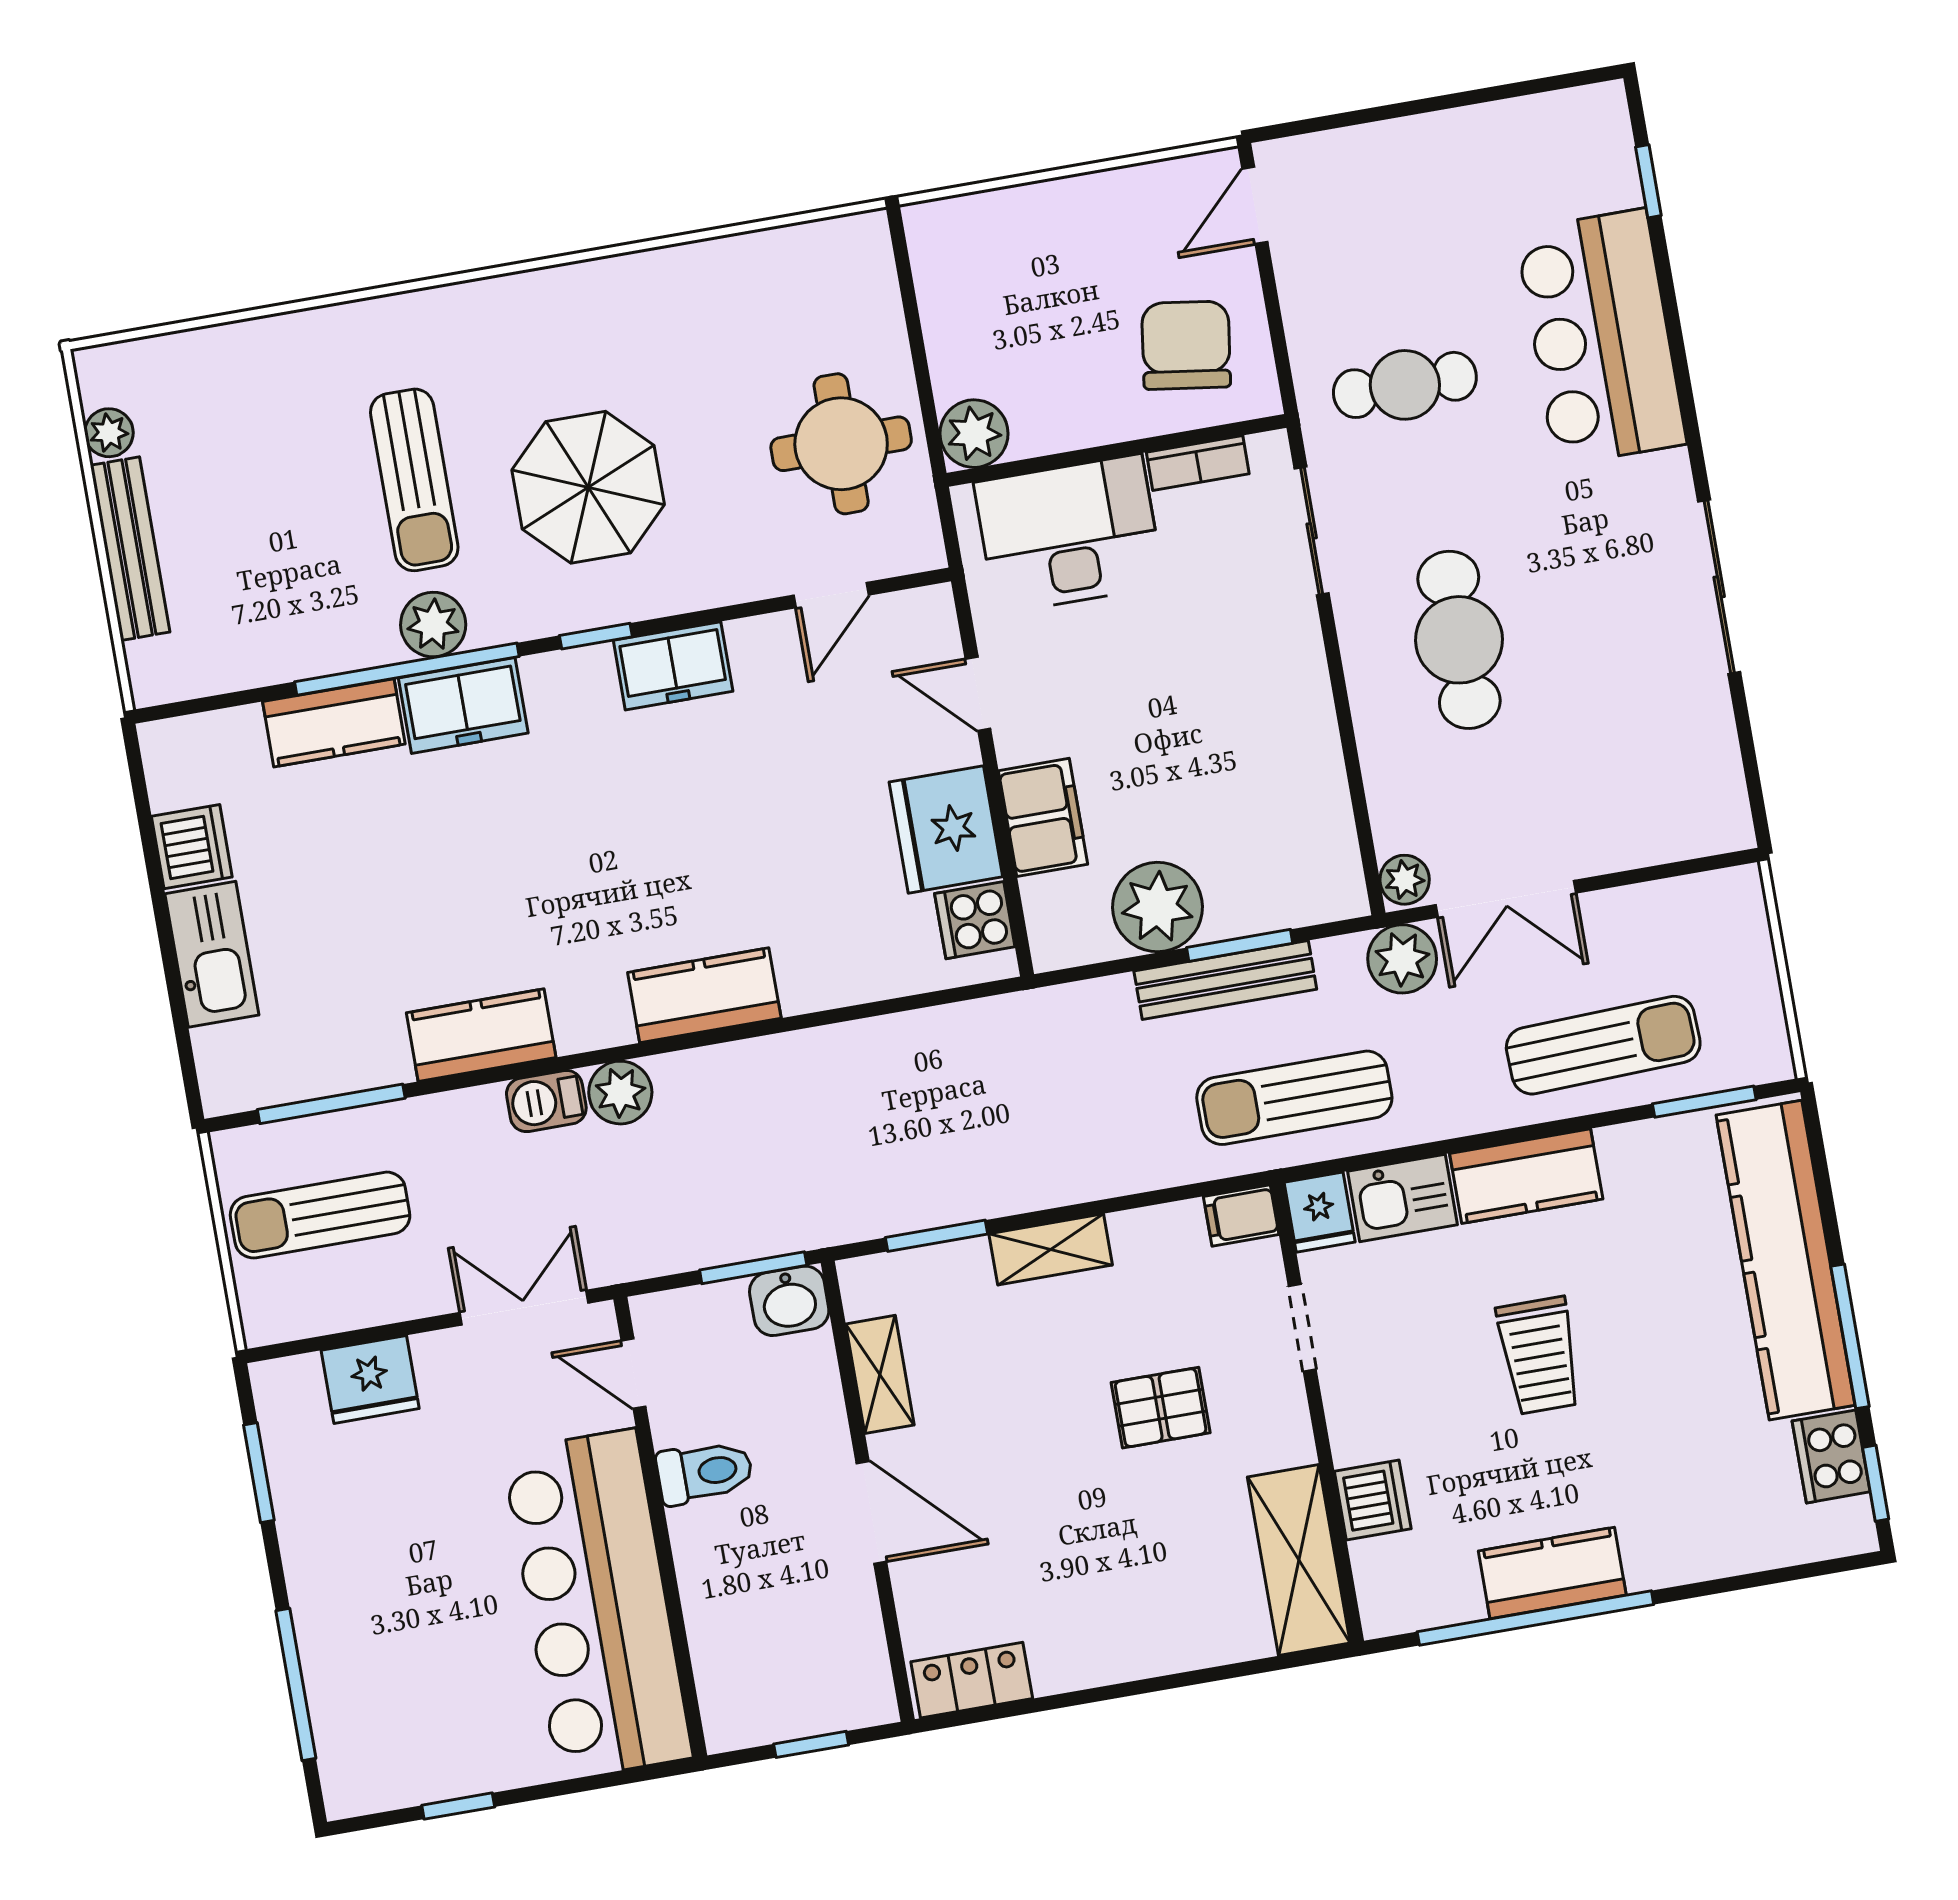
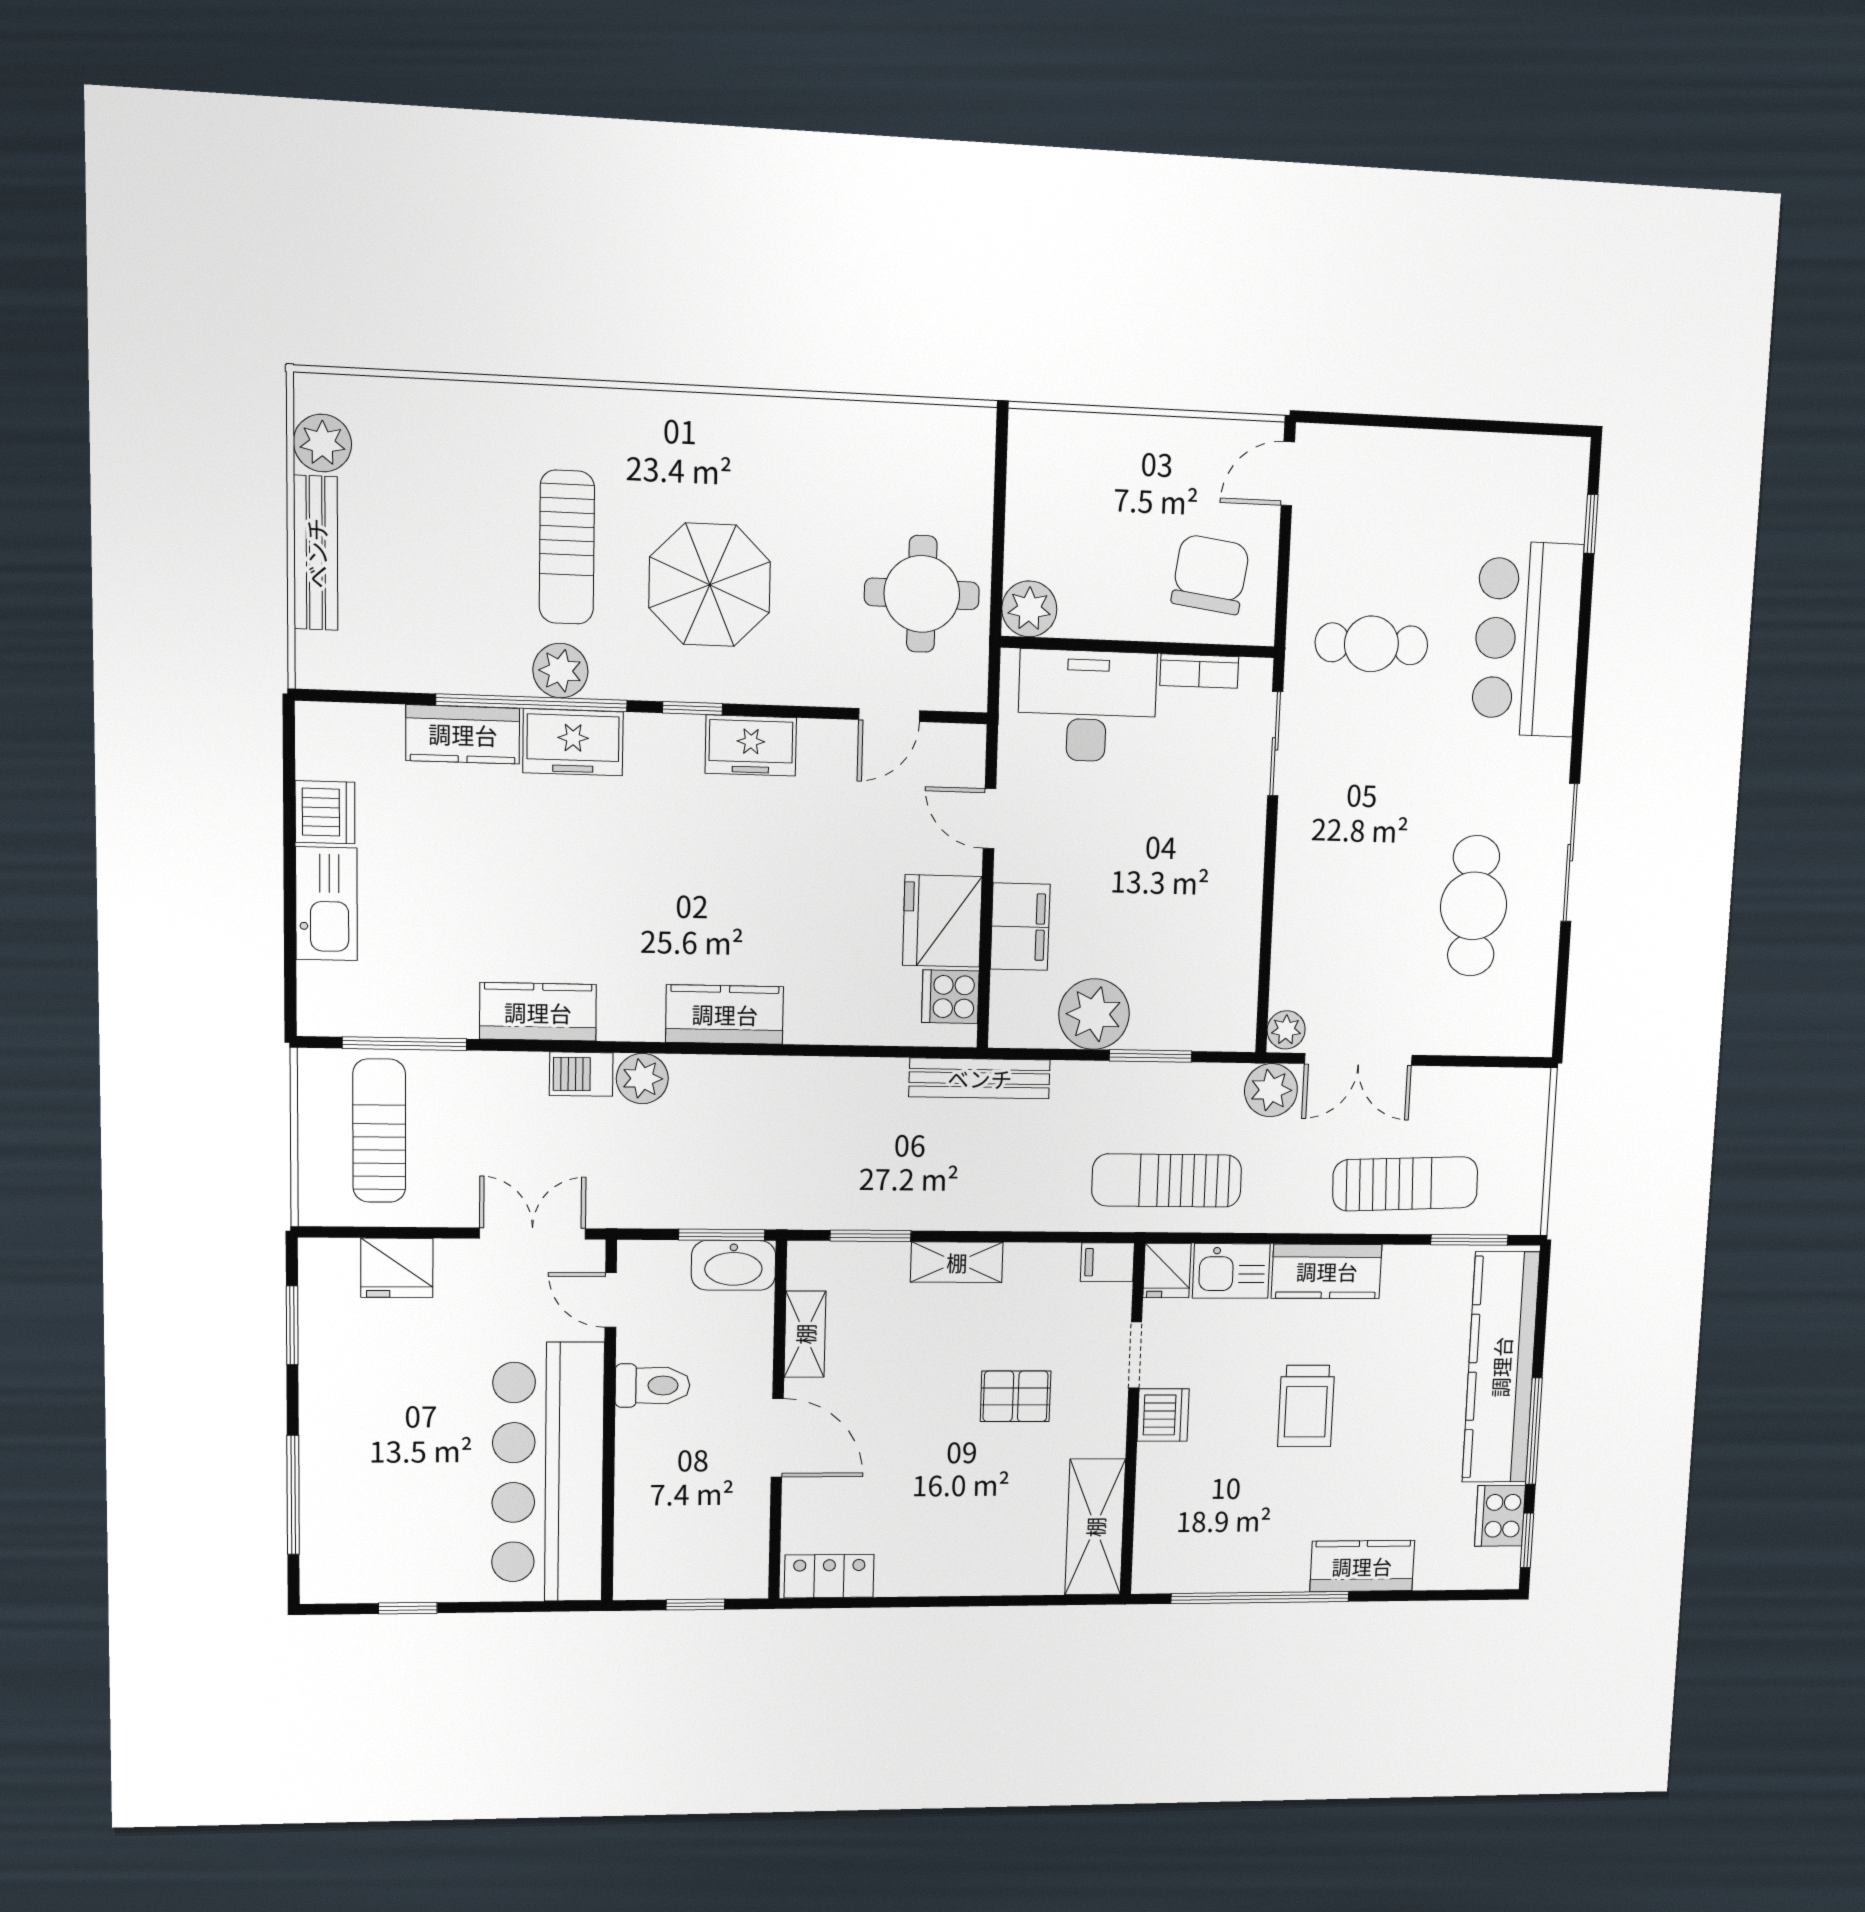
plant: (109, 433) -> (322, 443), width x1.38, depth x1.38
cafe table: (1459, 640) -> (1474, 906), moved
bench: (1225, 980) -> (980, 1078), moved
sun lounger: (320, 1215) -> (379, 1131), turned 90
washbasin: (789, 1301) -> (733, 1265), width x1.38
dishwasher: (1373, 1500) -> (1163, 1415), moved
kitchen counter: (1552, 1573) -> (1362, 1566), moved

